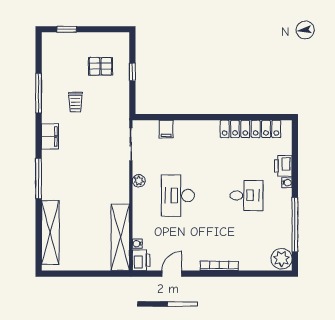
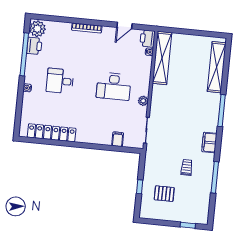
printer: (283, 166) -> (34, 46), moved
desk: (178, 195) -> (114, 86), turned 90

